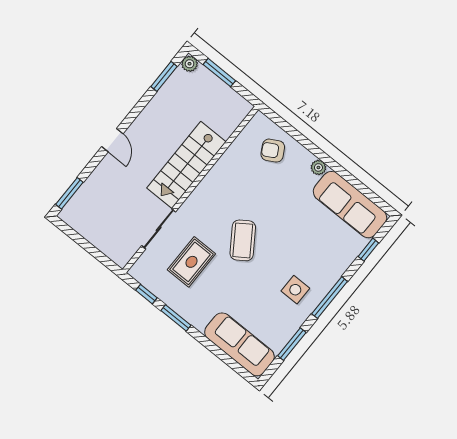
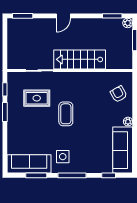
coffee table: (243, 240) -> (66, 114), turned -56
sofa: (239, 344) -> (29, 164), moved, turned -90

